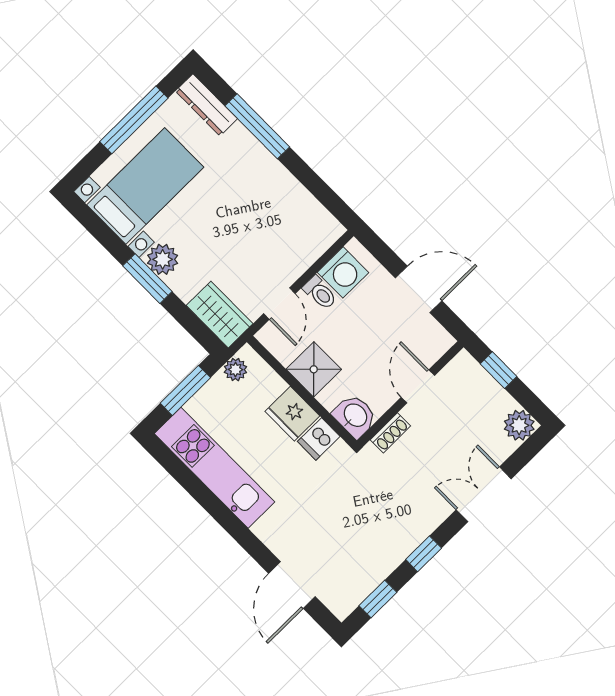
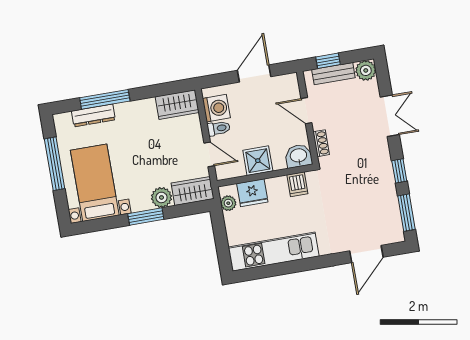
dresser: (206, 105) -> (93, 115), moved
wardrobe: (313, 221) -> (177, 105), added
plant: (163, 259) -> (161, 197), moved
bench: (487, 388) -> (333, 74), added
window: (185, 390) -> (221, 238), removed
fridge: (292, 414) -> (252, 193), moved
double door: (484, 494) -> (390, 116), swing flipped
door: (292, 585) -> (366, 254), hinge flipped
window: (378, 599) -> (407, 213), width x1.50

